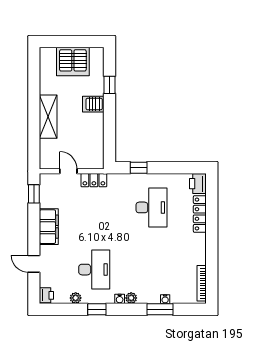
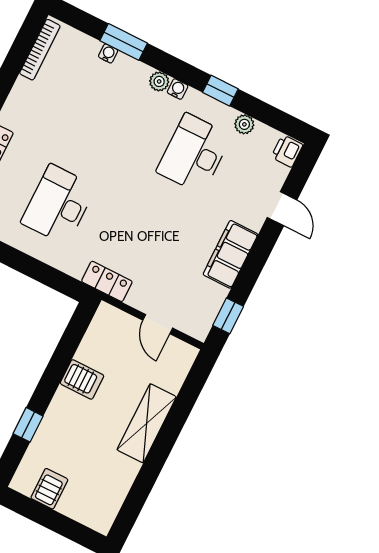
server rack: (73, 62) -> (49, 489), width x0.46, depth x0.70
server rack: (93, 104) -> (82, 379), moved
window: (139, 168) -> (47, 275), removed
locker: (94, 180) -> (107, 281), moved

